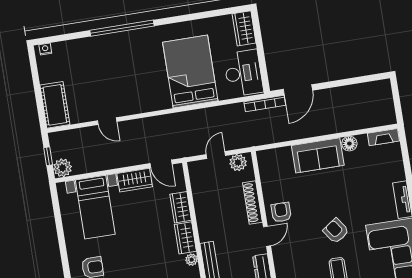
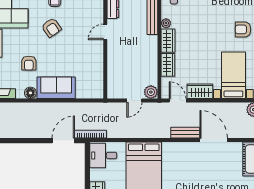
desk: (243, 73) -> (103, 156), width x0.73
door: (107, 121) -> (214, 140), width x1.88
bench: (145, 125) -> (185, 133), added
plant: (238, 163) -> (151, 92), moved
shoe rack: (252, 202) -> (112, 60), removed
armchair: (281, 212) -> (29, 63), moved

